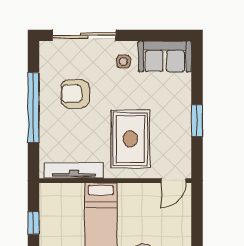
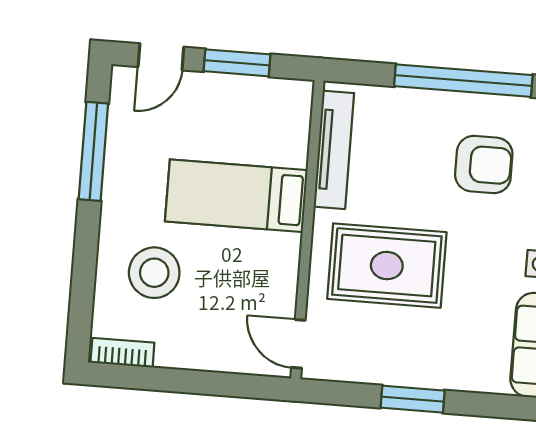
armchair: (75, 94) -> (484, 164), turned 90
window: (33, 223) -> (237, 63), width x1.50

